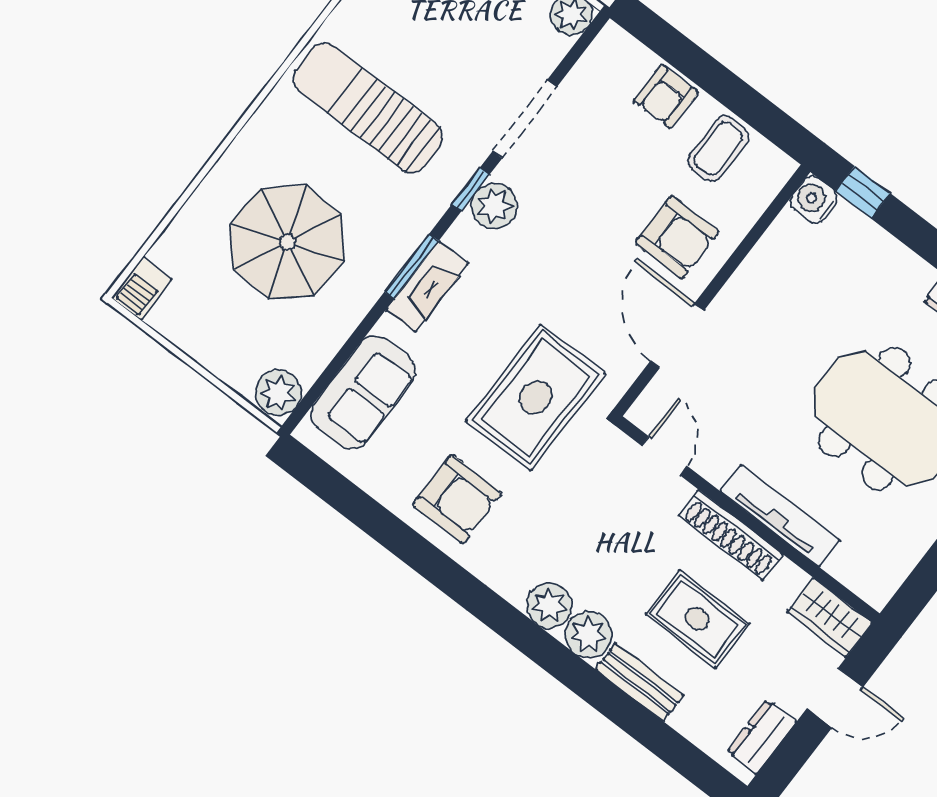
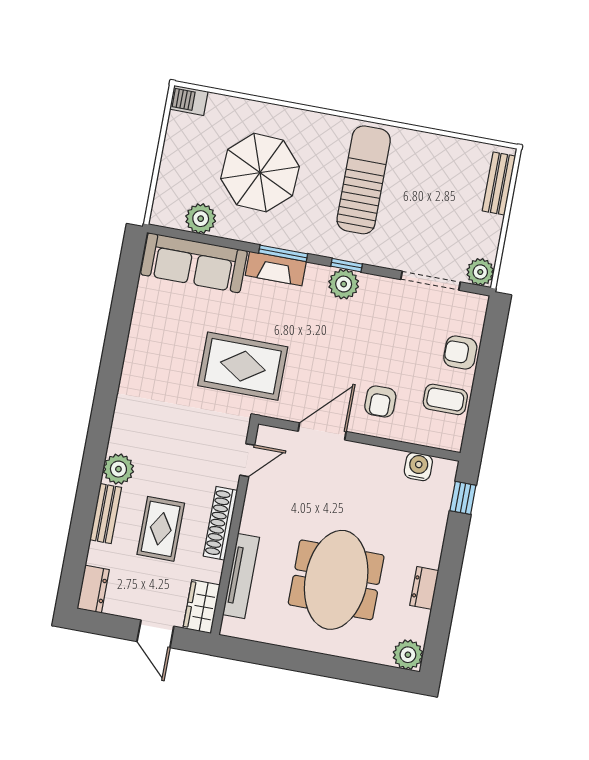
doorway: (525, 119) -> (430, 281), moved
water cooler: (814, 200) -> (418, 467), moved
armchair: (677, 237) -> (380, 402), width x0.72, depth x0.72
sofa: (363, 392) -> (194, 263), width x1.36
plant: (278, 393) -> (201, 219), moved
armchair: (457, 499) -> (159, 350), removed
tv unit: (780, 516) -> (241, 576), moved
plant: (549, 606) -> (124, 437), removed
dresser: (762, 737) -> (93, 589), moved, turned 90

